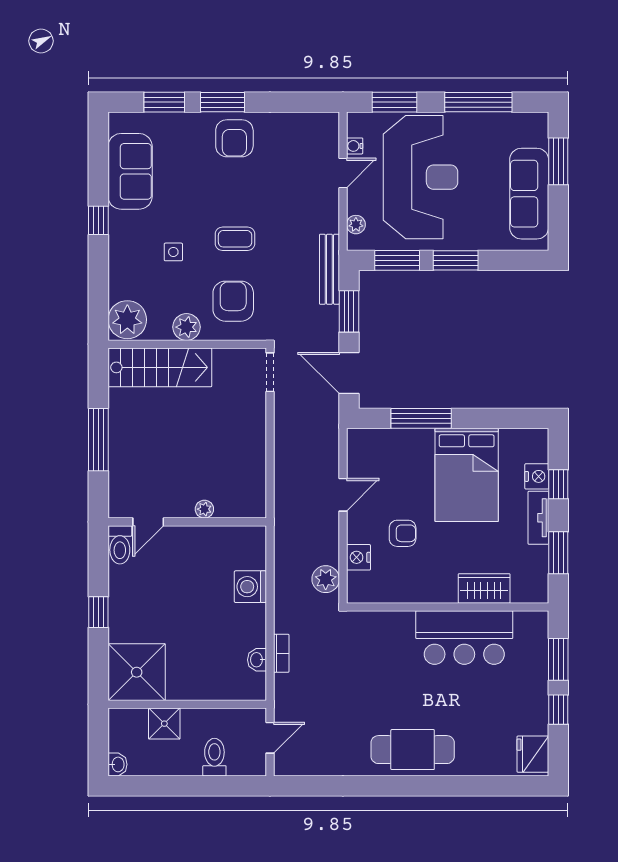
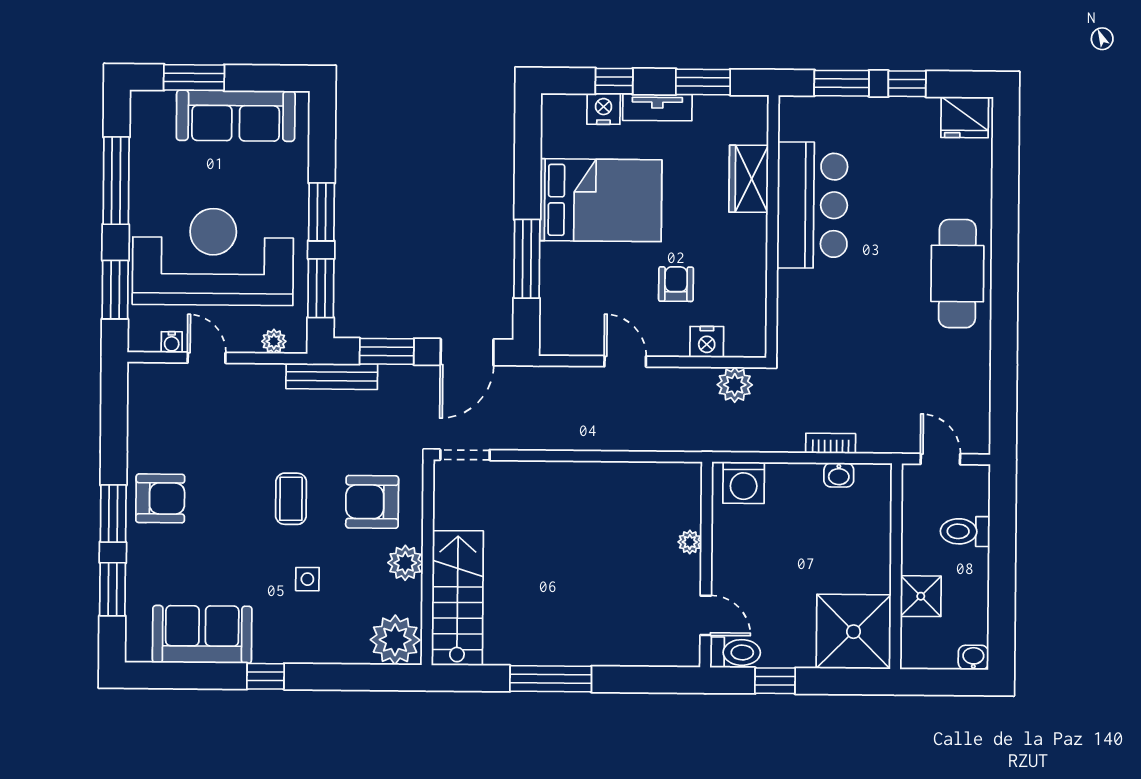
plant: (204, 509) -> (690, 542), moved
door: (148, 522) -> (706, 615), moved
wall: (187, 522) -> (706, 565), moved
toilet: (120, 545) -> (735, 652), moved

